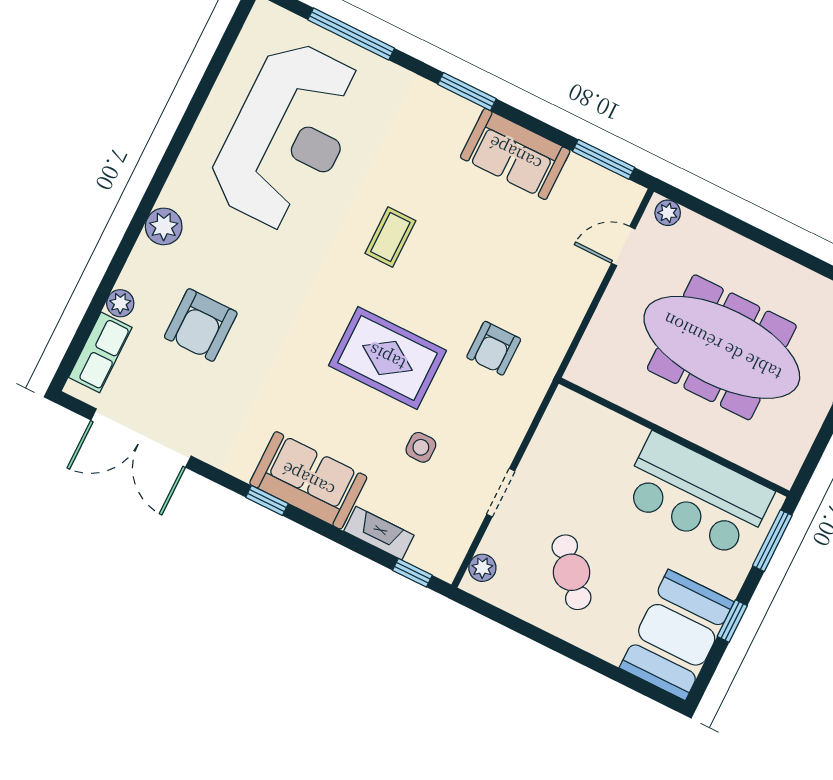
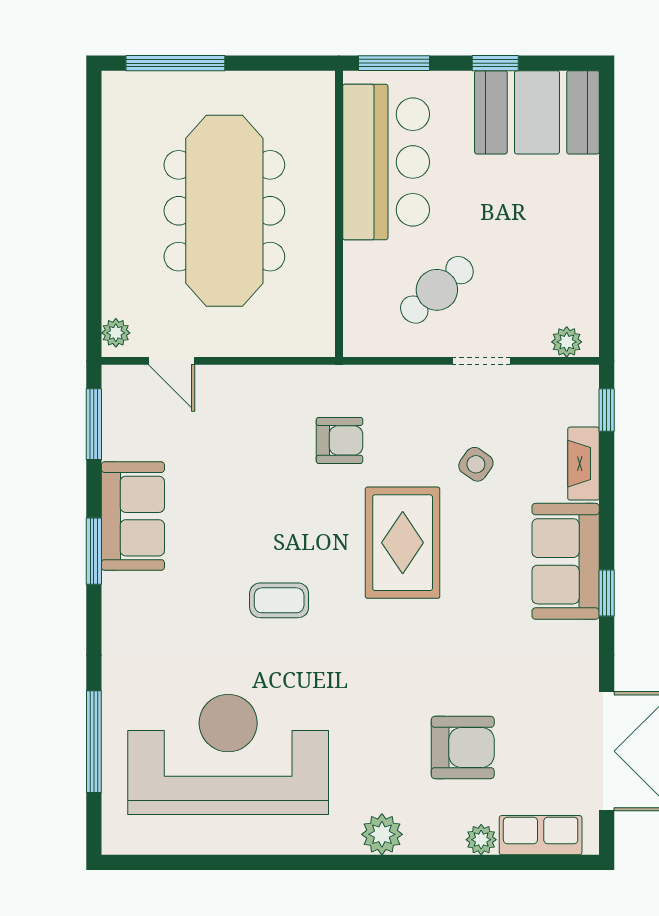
window: (467, 91) -> (94, 551), moved
side table: (421, 447) -> (476, 464), turned 35
cafe table: (572, 572) -> (437, 290), moved

